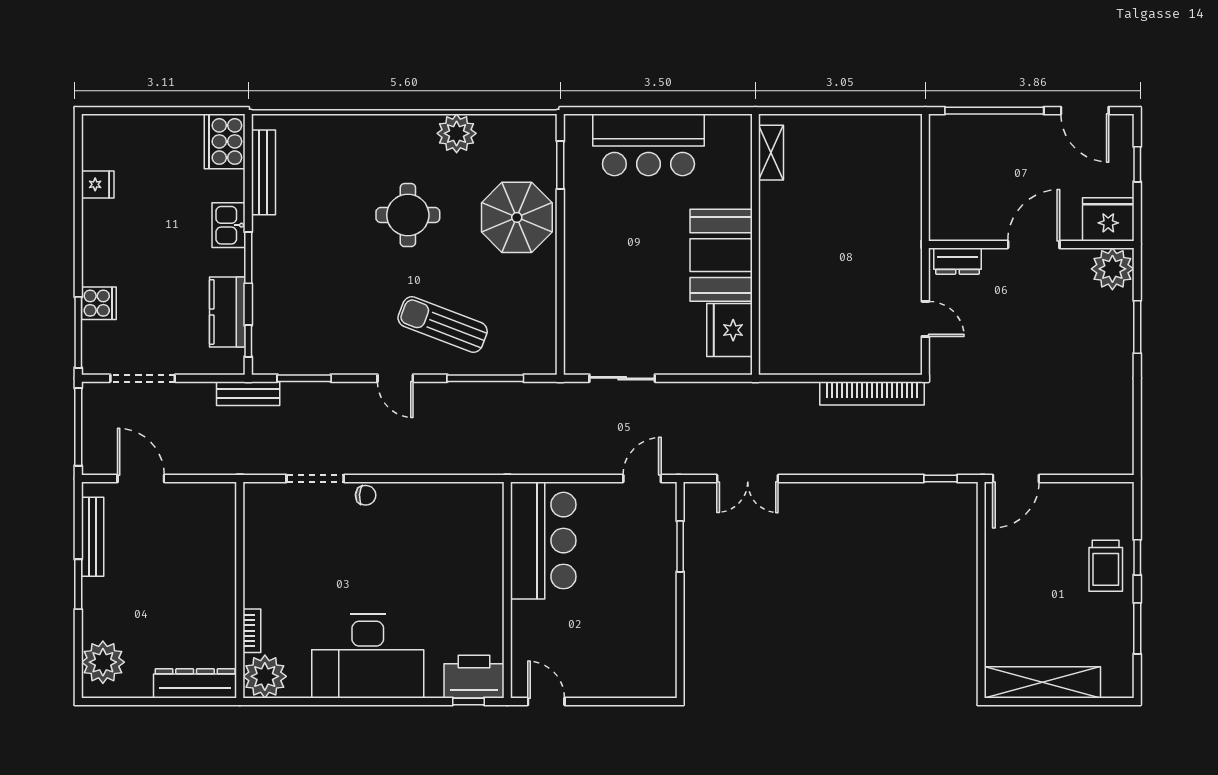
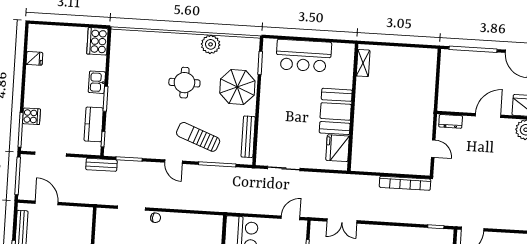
bench: (263, 172) -> (248, 137), moved

